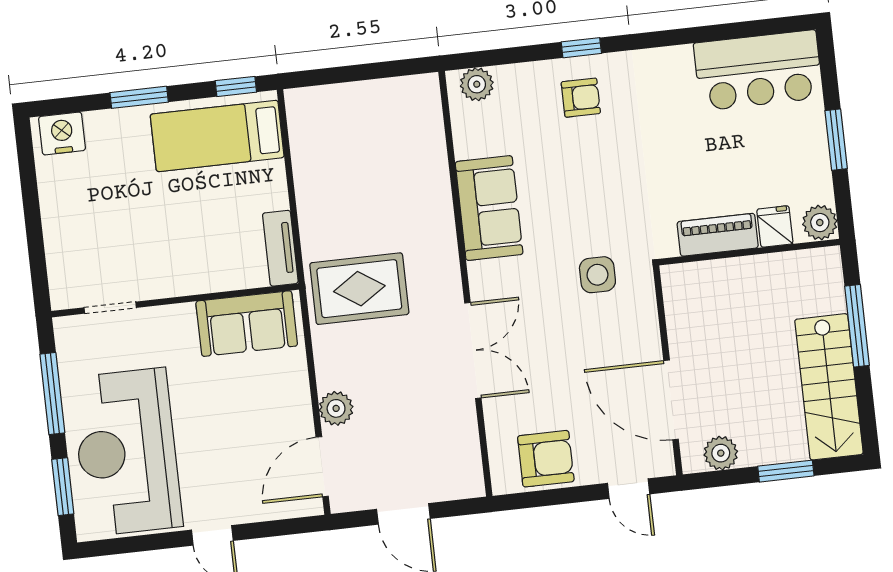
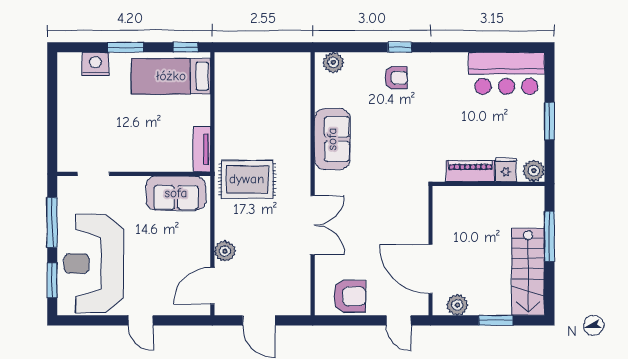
nightstand: (62, 133) -> (95, 64), moved
side table: (597, 275) -> (394, 187), removed

